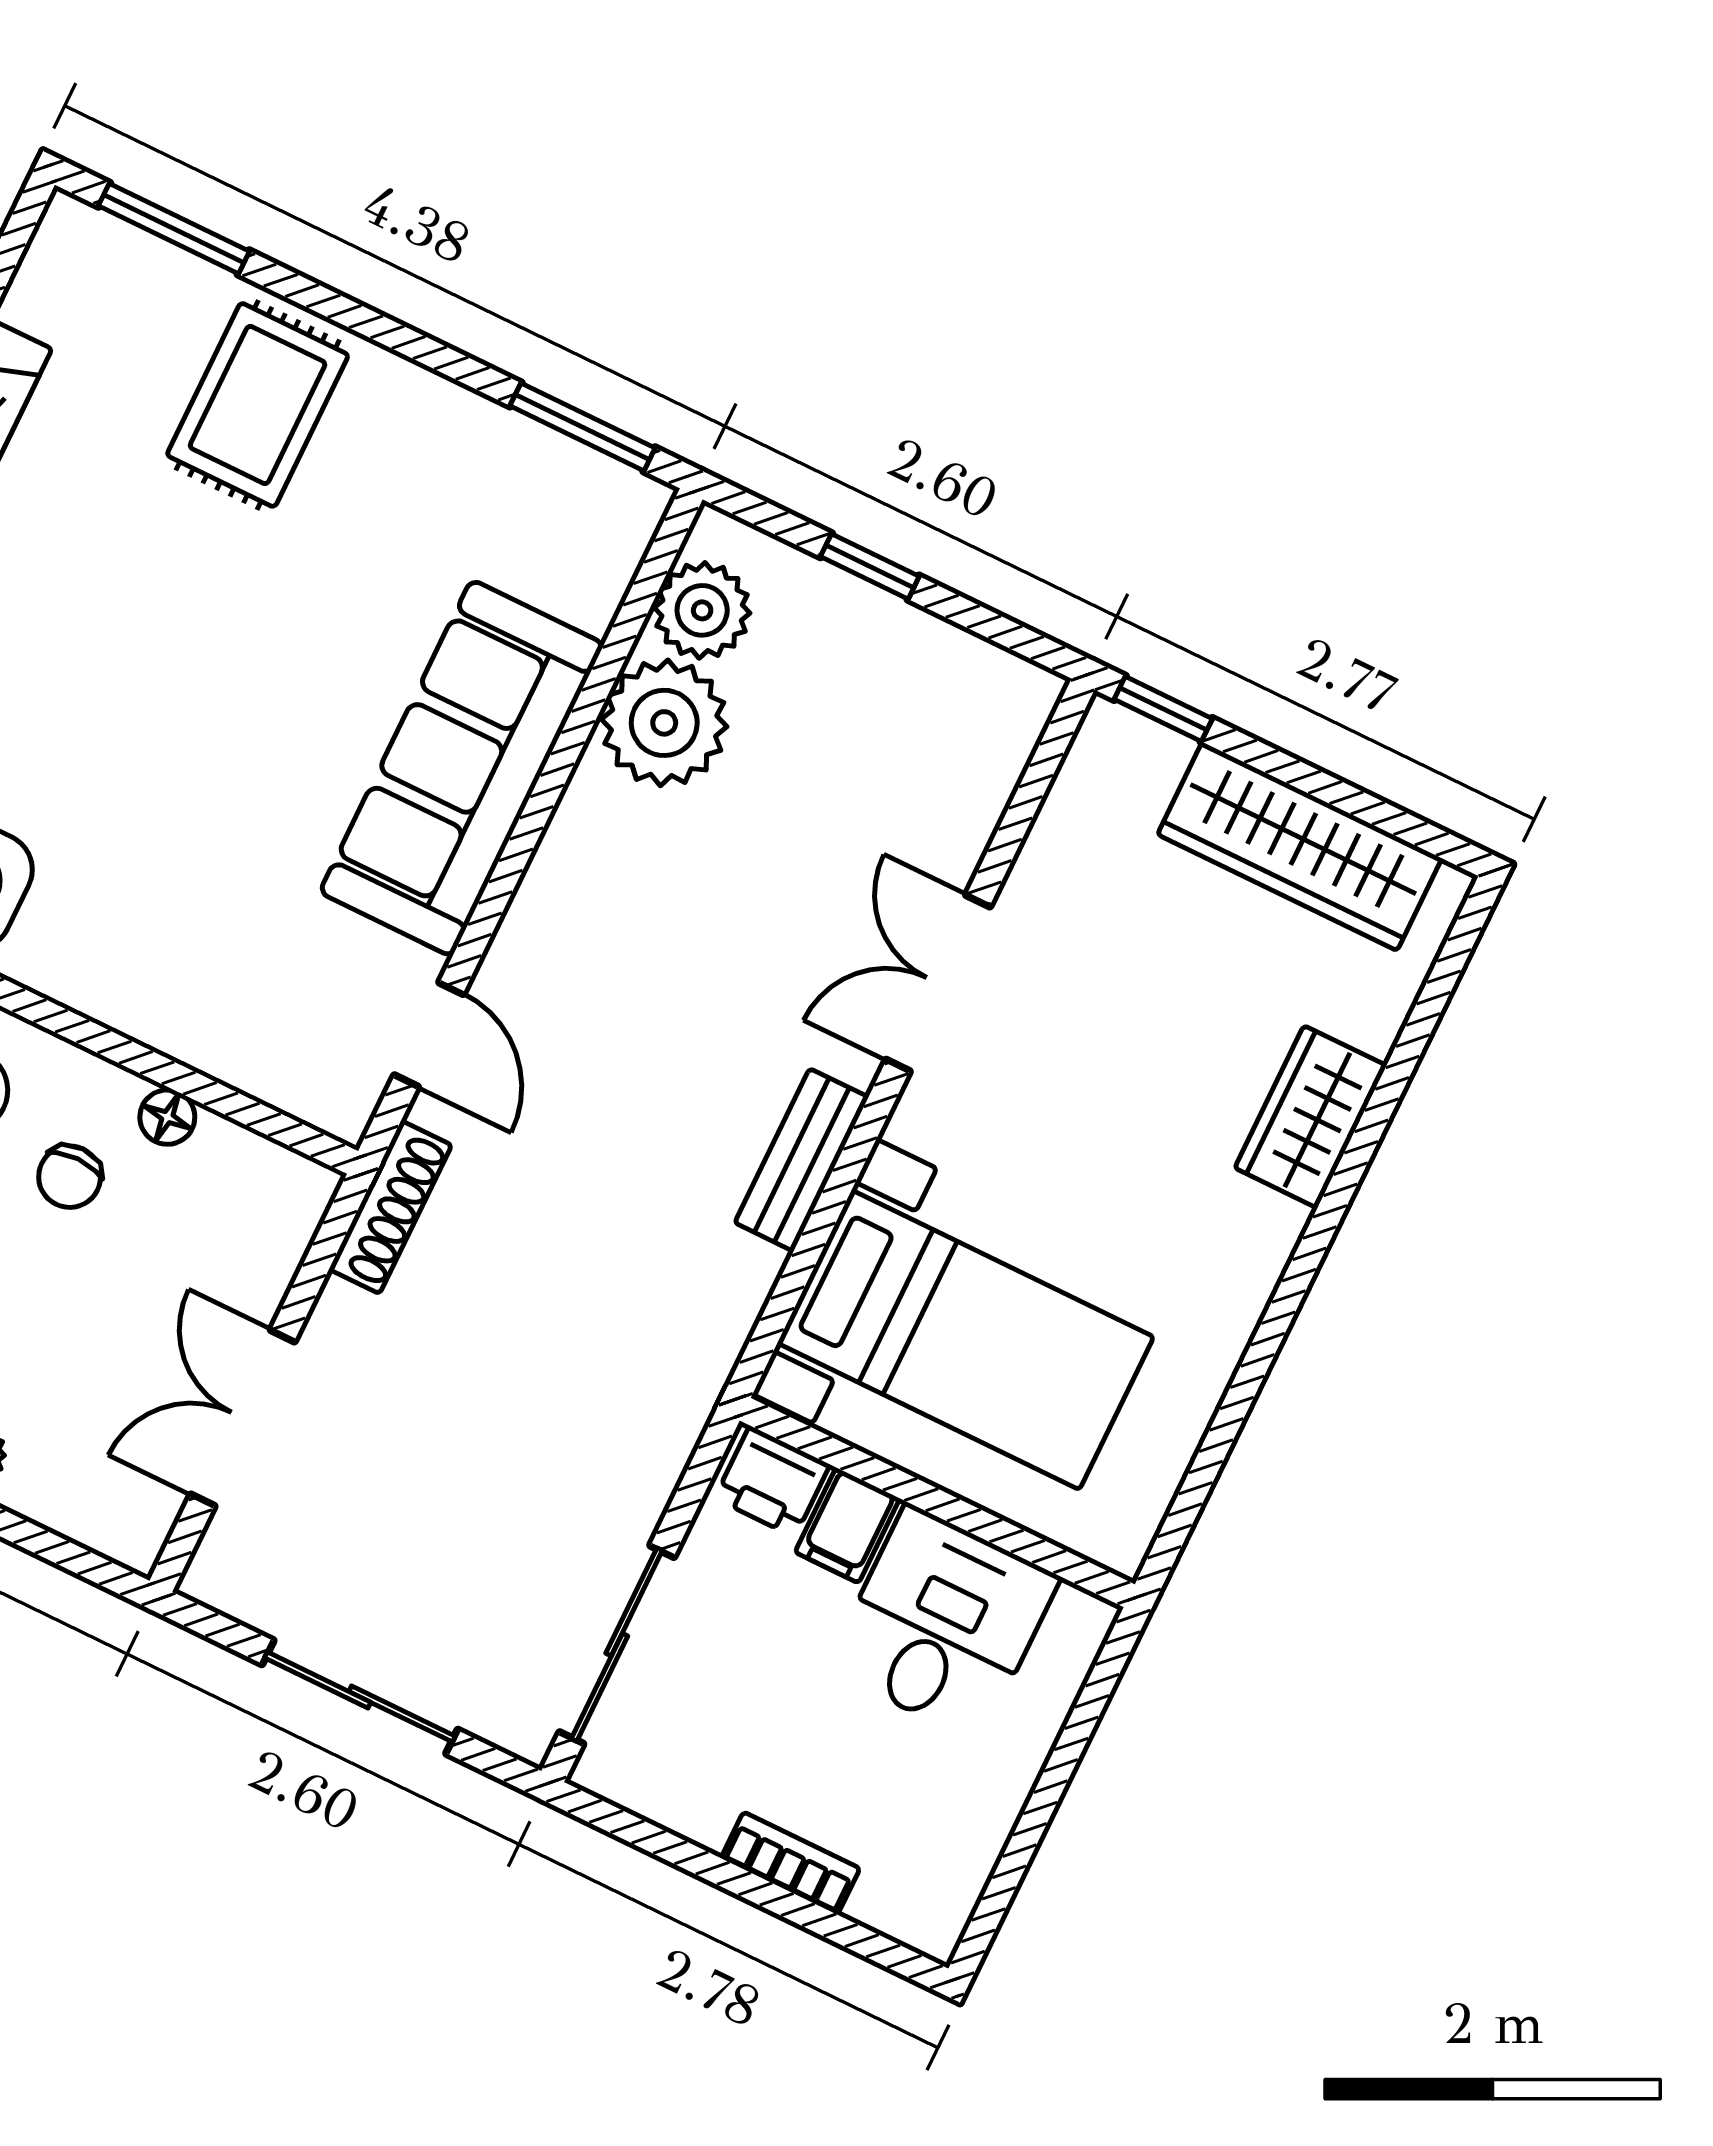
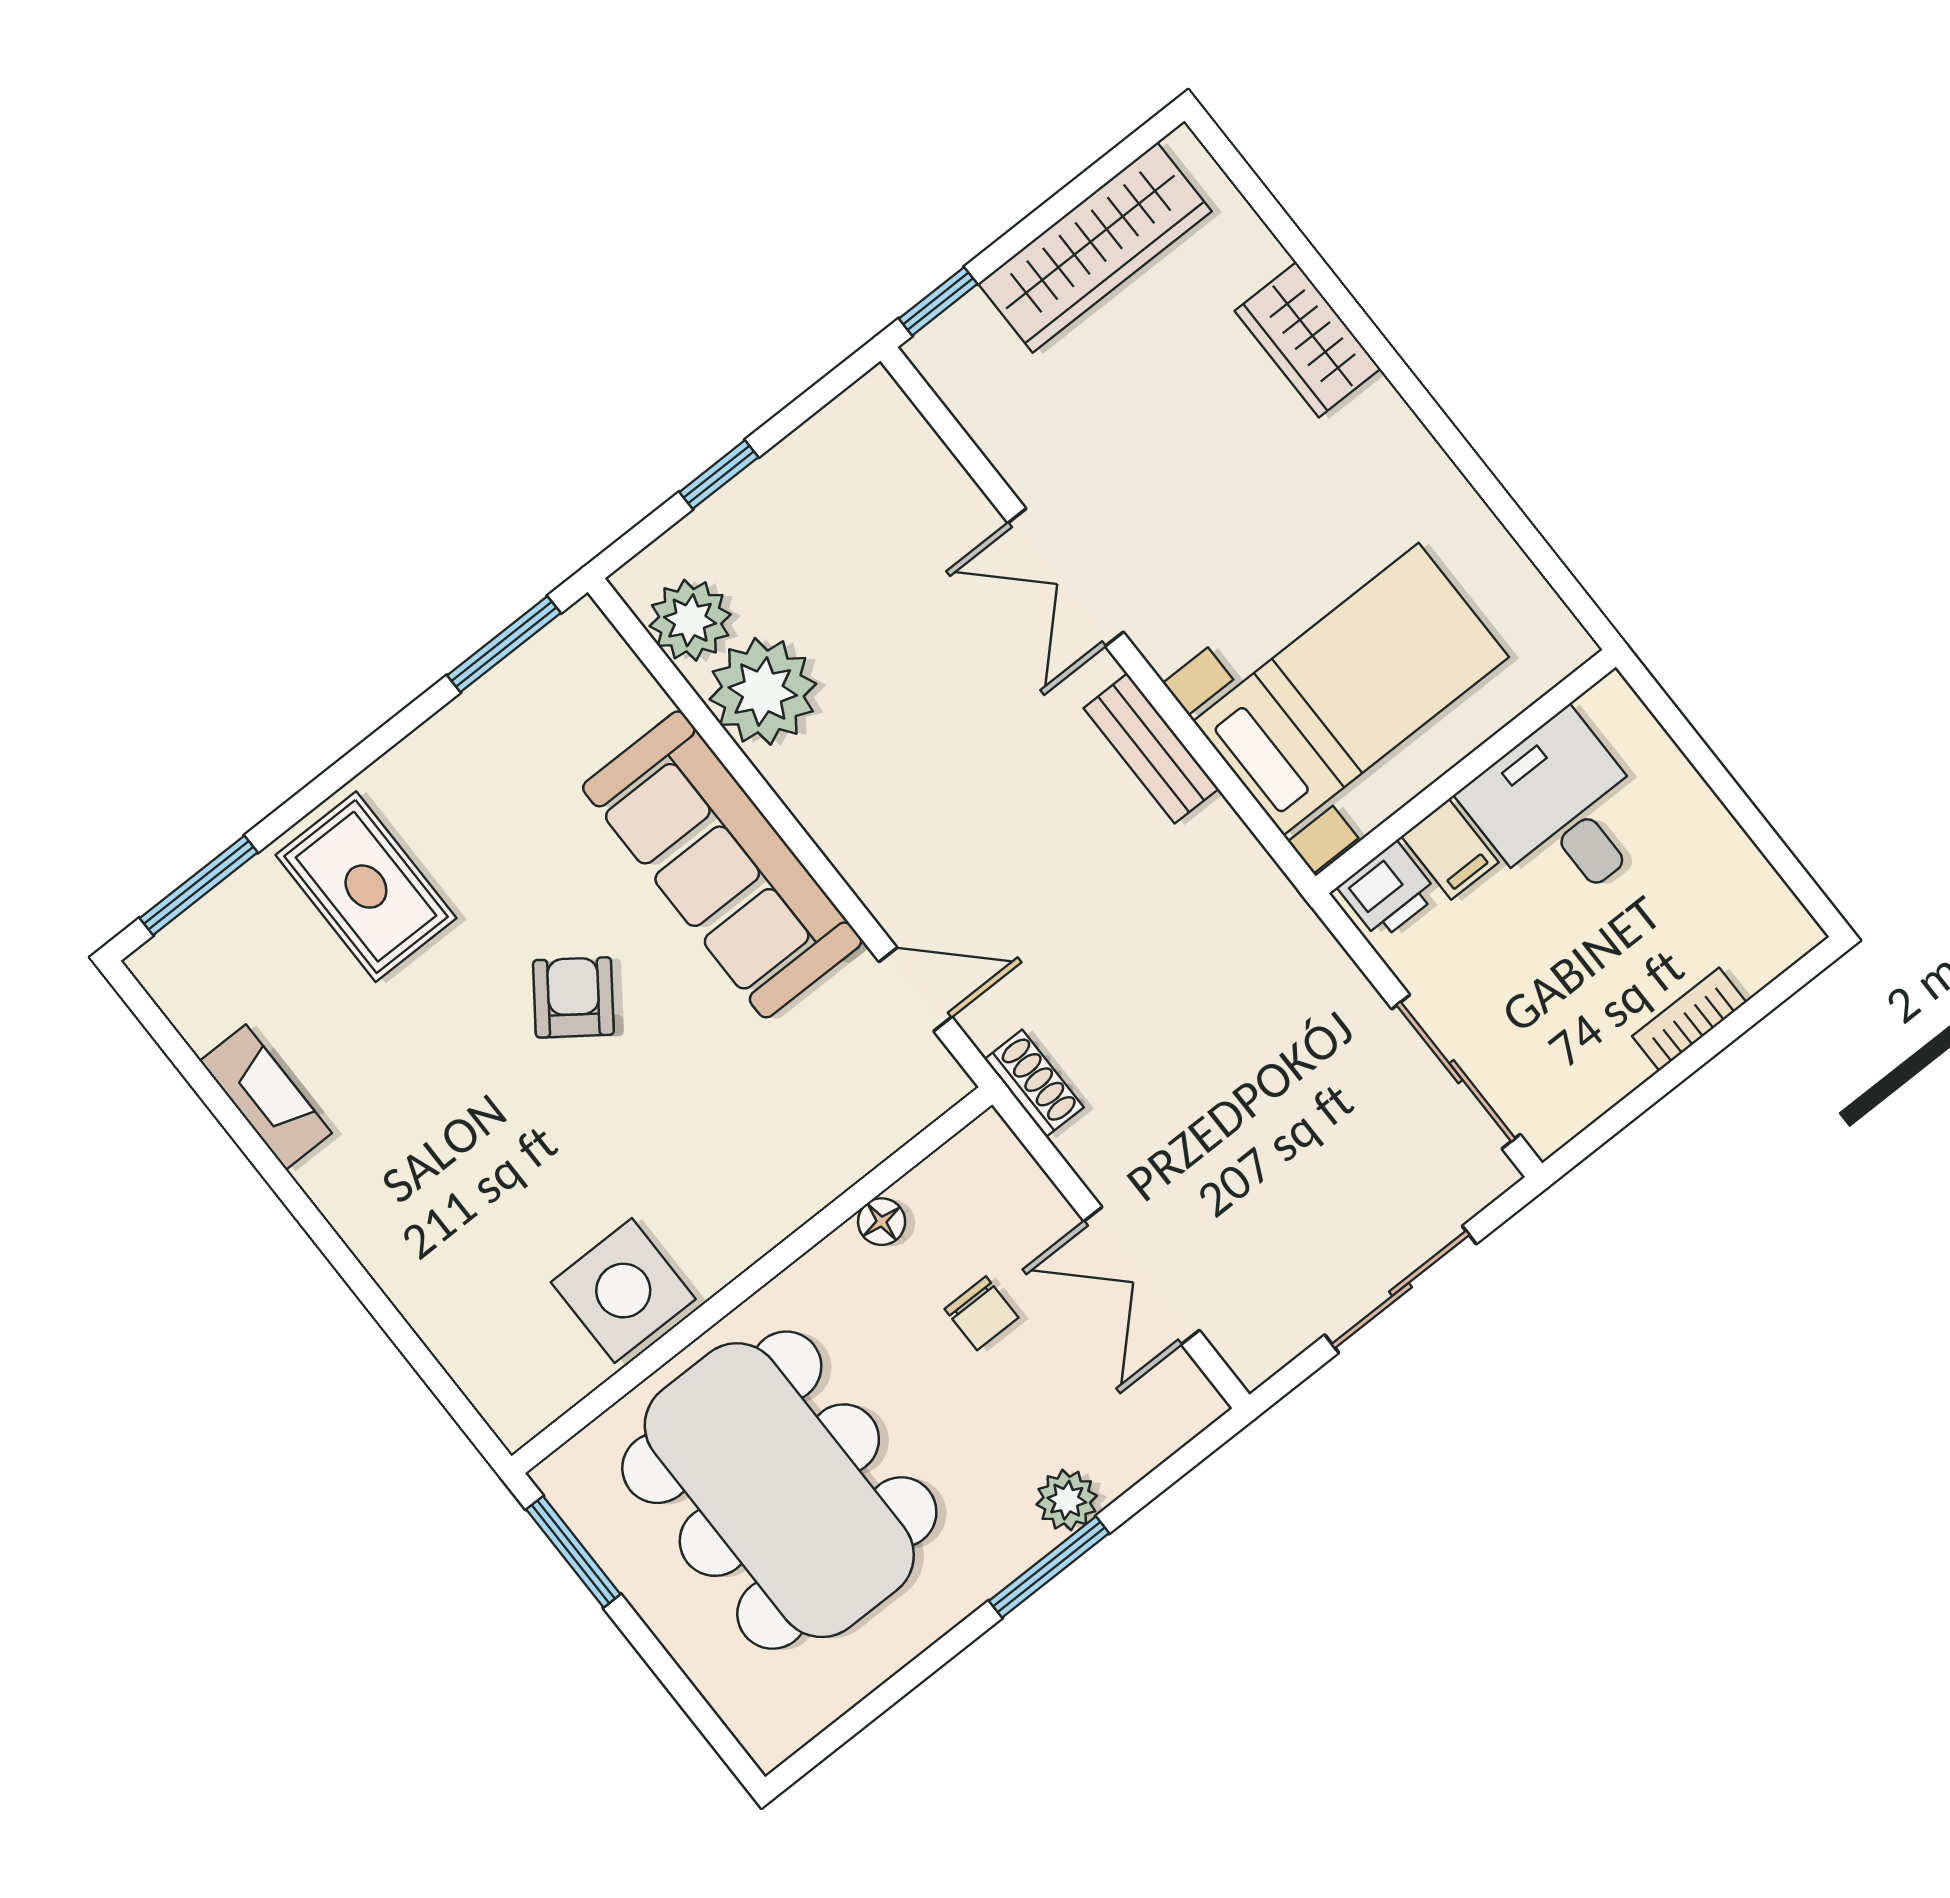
armchair: (246, 679) -> (573, 997), added
chair: (70, 1177) -> (981, 1313), moved
shoe rack: (390, 1207) -> (1034, 1083), width x0.70

